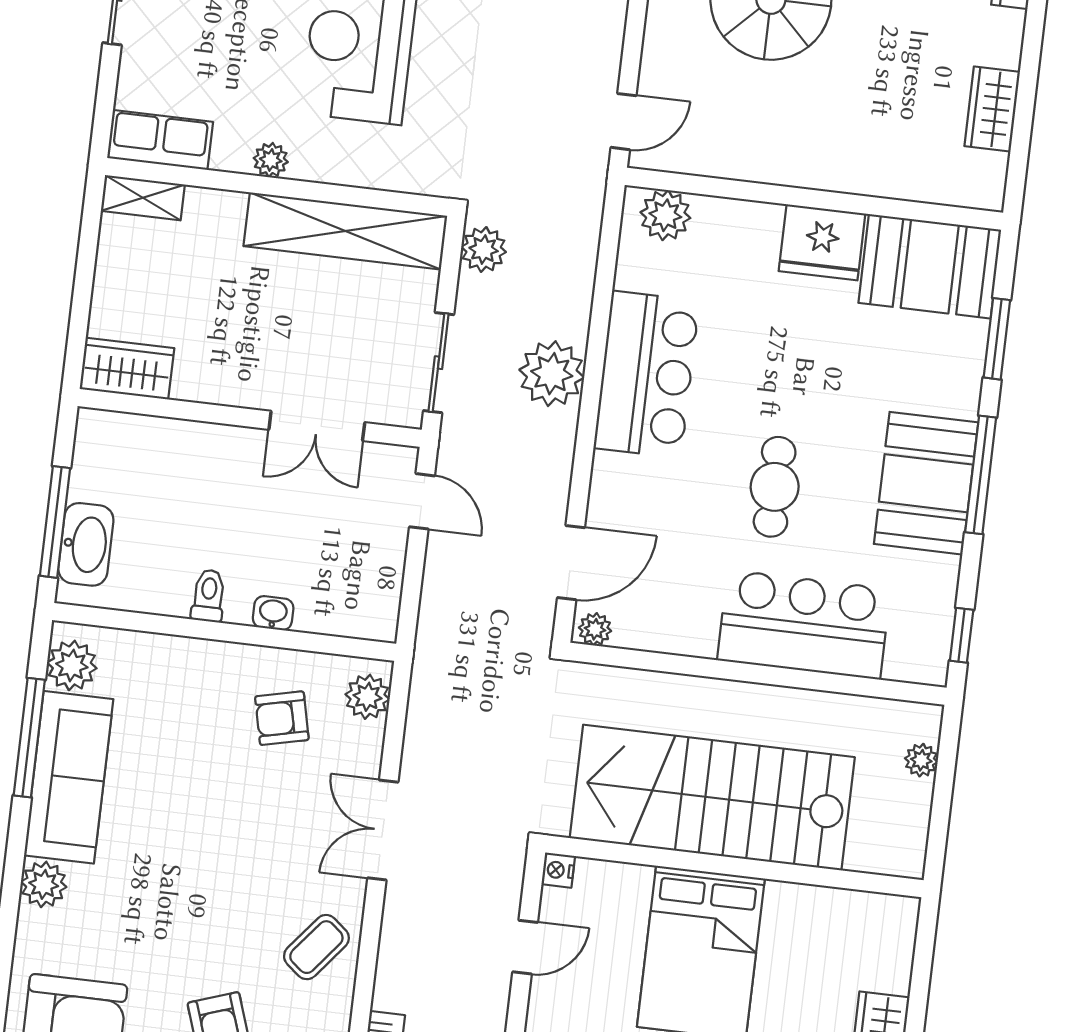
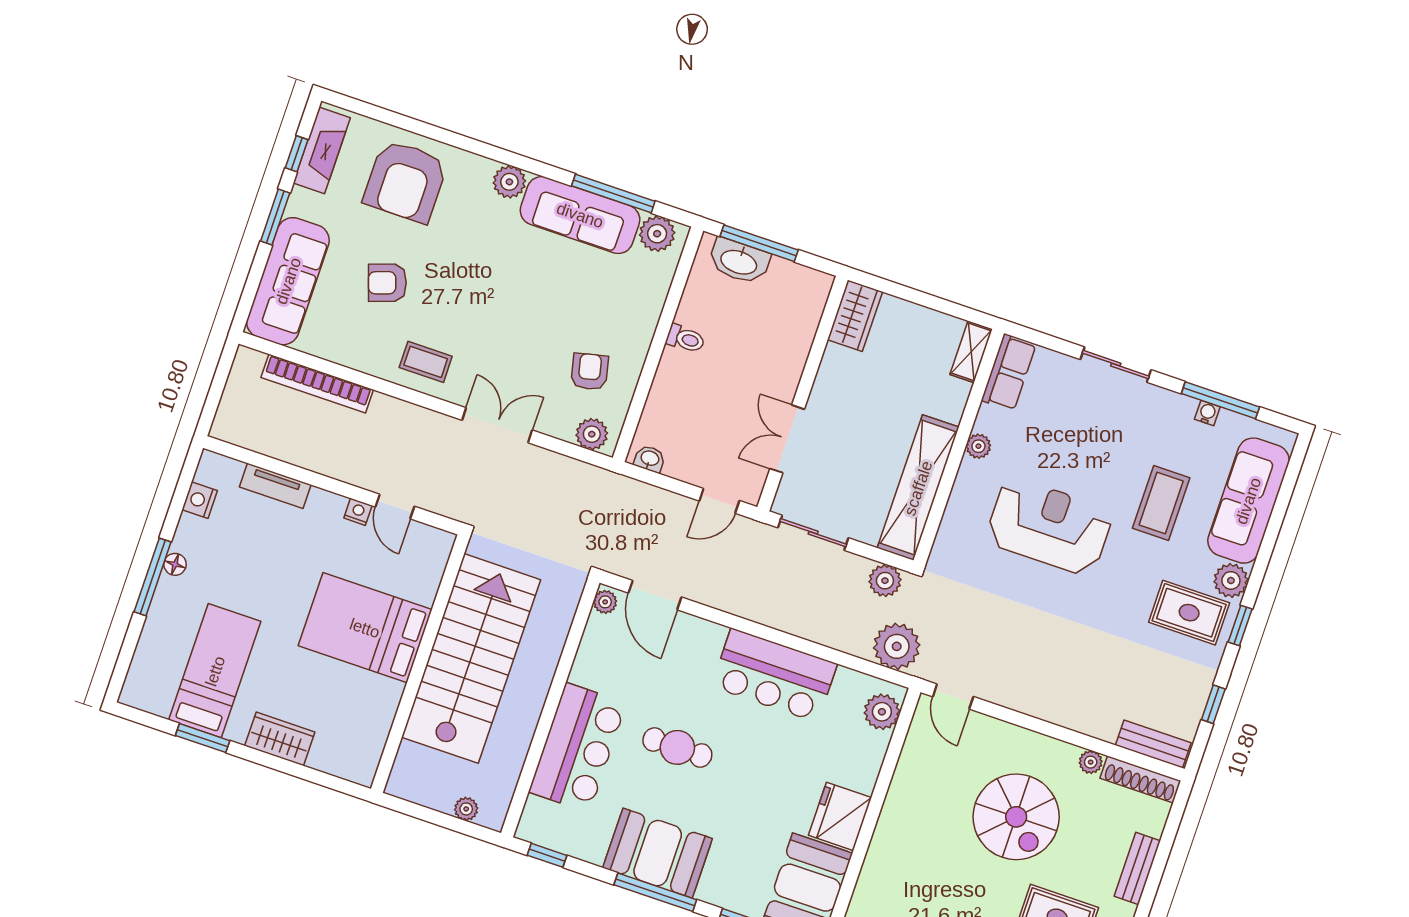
plant: (552, 374) -> (897, 646), moved
washbasin: (273, 613) -> (650, 459), moved, turned -90
nightstand: (558, 870) -> (358, 512), moved
coffee table: (316, 947) -> (426, 362), turned -39

